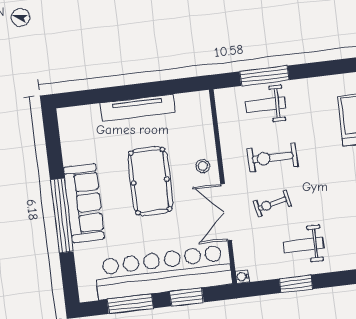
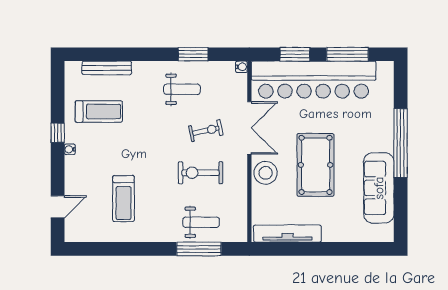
tv unit: (138, 108) -> (287, 234), moved
exercise bike: (273, 158) -> (200, 173), turned 180
stool: (203, 166) -> (266, 173), width x1.89, depth x1.89
sofa: (84, 203) -> (379, 188), moved

